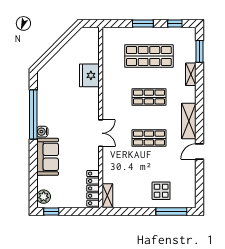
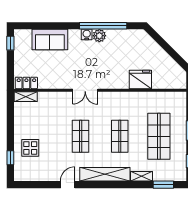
shelving: (189, 121) -> (105, 174), width x1.47
door: (199, 151) -> (68, 185), hinge flipped
sofa: (48, 157) -> (50, 40), moved
locker: (93, 188) -> (26, 83), width x0.66
plant: (44, 197) -> (99, 36), moved
window: (171, 212) -> (10, 158), width x0.46

